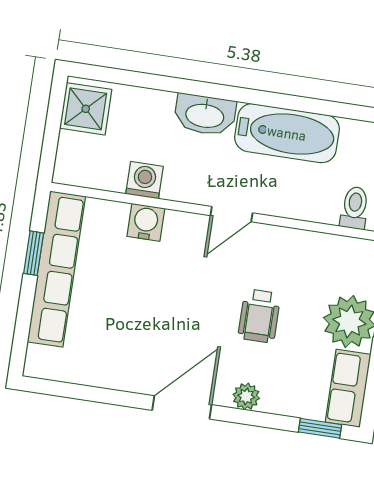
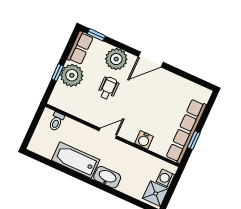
washing machine: (144, 180) -> (166, 178), moved, turned 90
plant: (246, 396) -> (116, 59), width x1.88, depth x1.88

